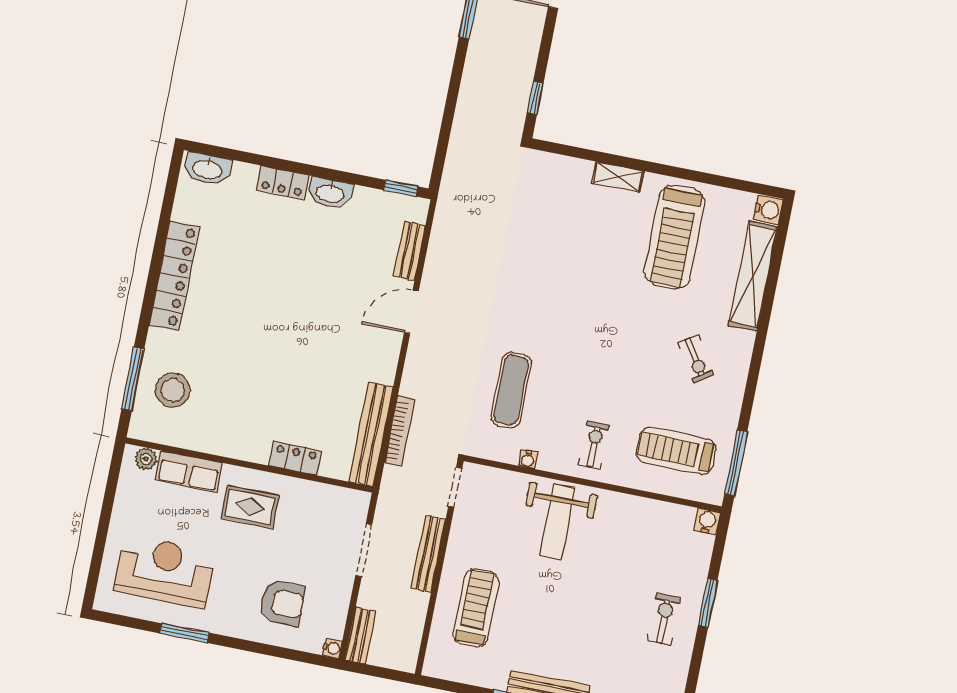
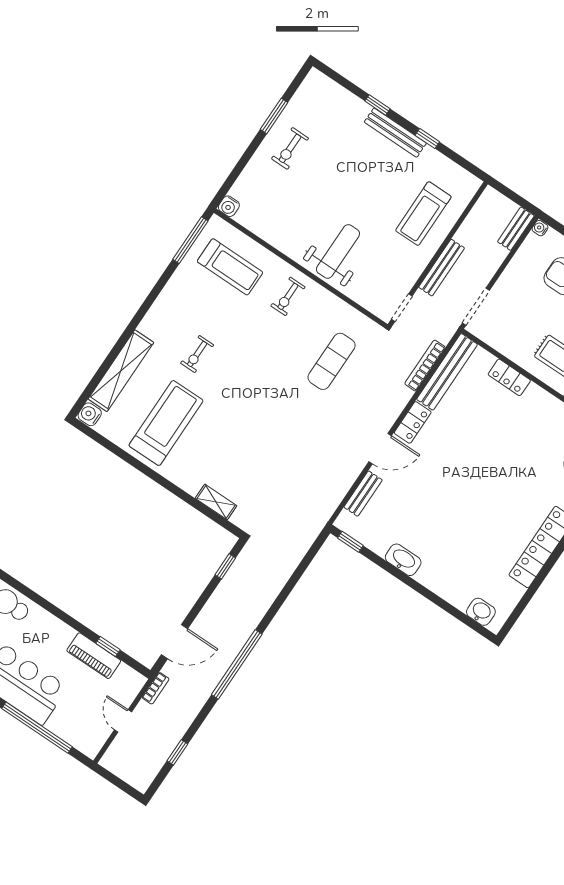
washbasin: (208, 169) -> (481, 612), width x0.72
shelving: (618, 177) -> (216, 502), moved
locker: (283, 183) -> (413, 422), moved, turned 90
exercise bike: (696, 359) -> (197, 354), moved, turned -147
water cooler: (528, 459) -> (340, 306), removed
doorway: (364, 550) -> (476, 307), moved
window: (708, 603) -> (274, 116), moved

